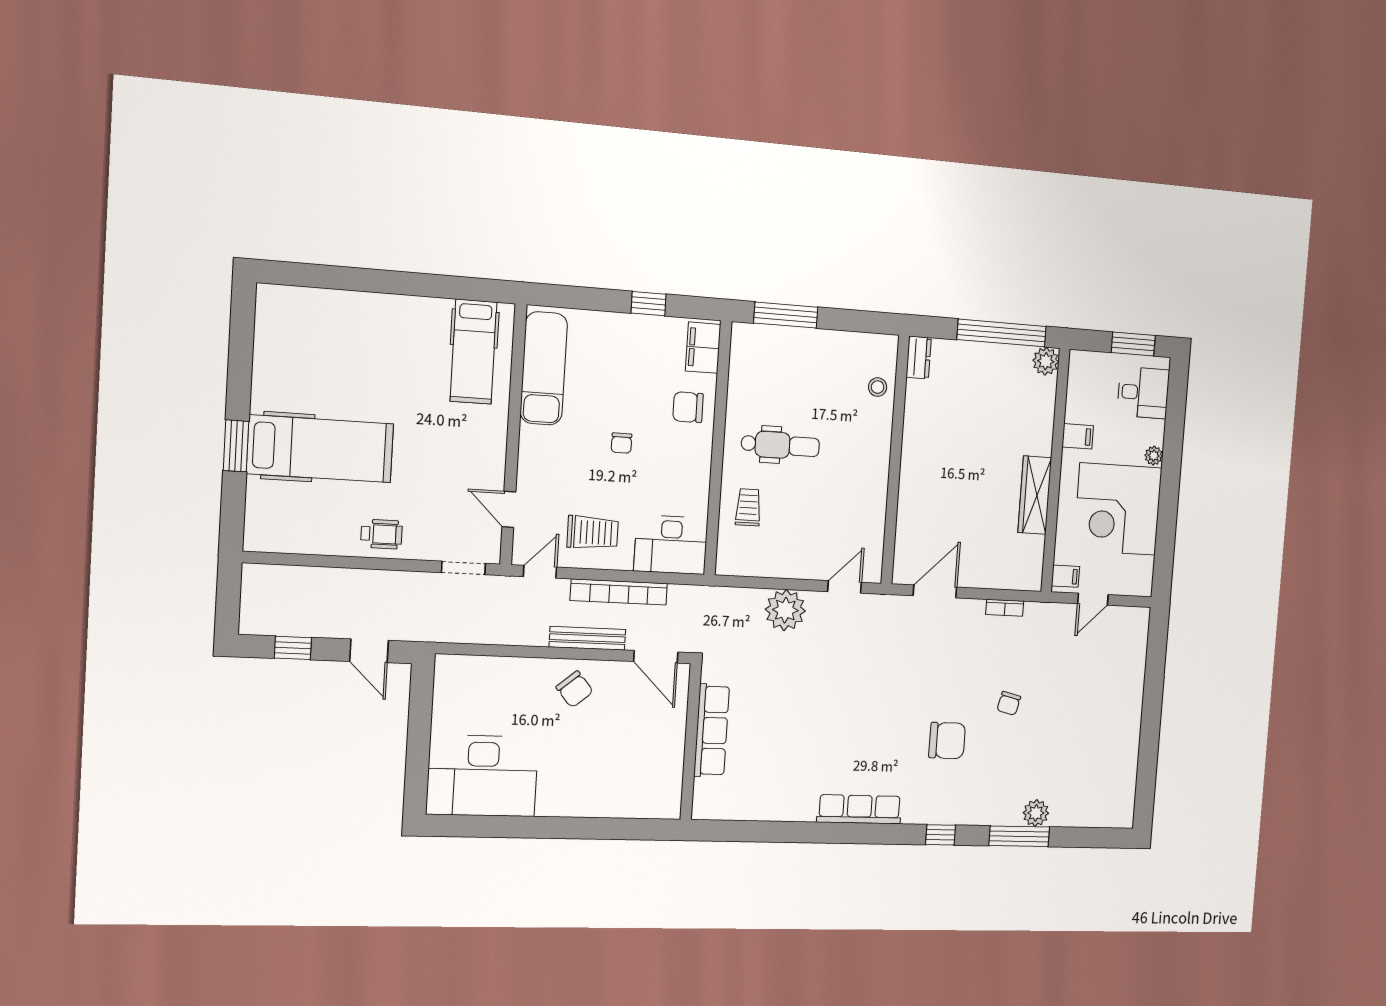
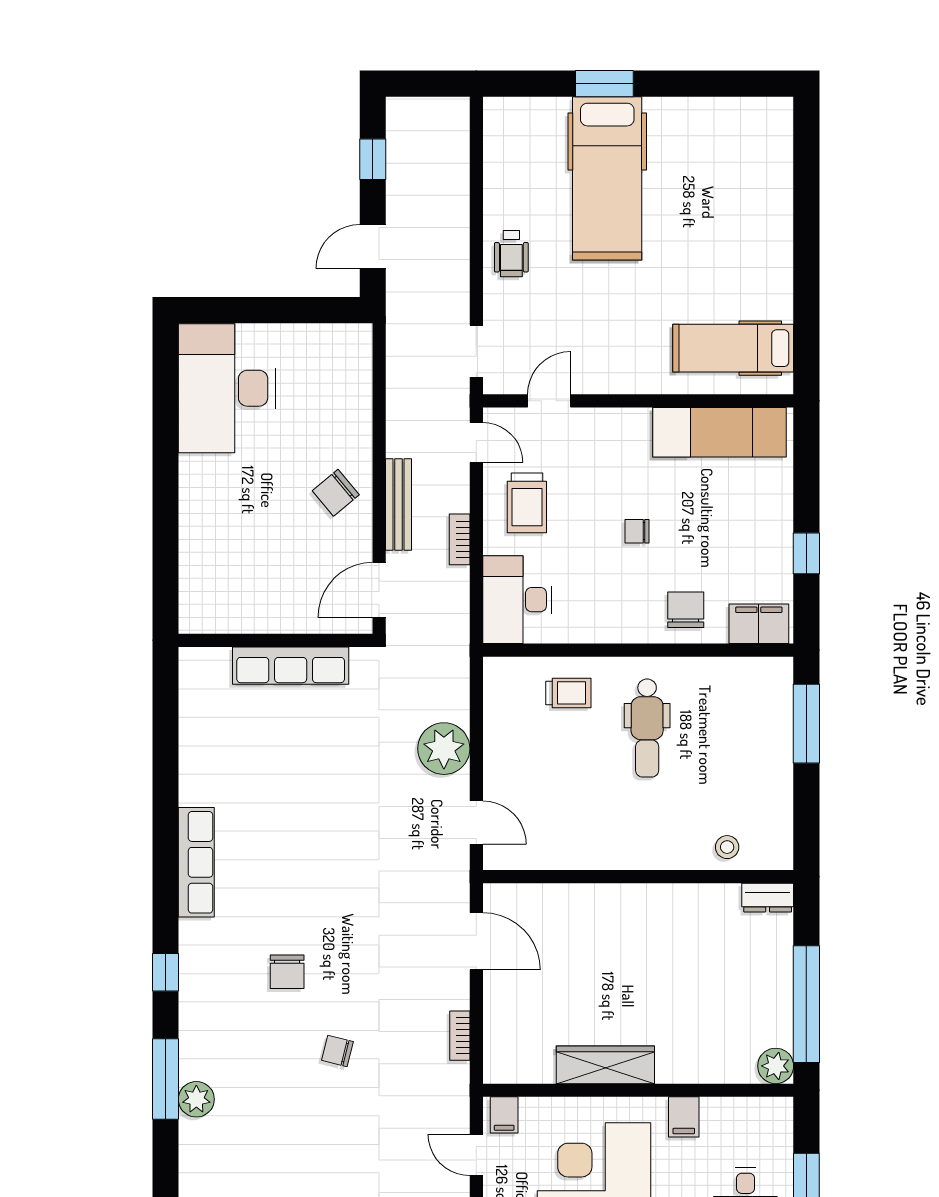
bookcase: (619, 592) -> (460, 539), width x0.43, depth x0.76
chair: (947, 740) -> (287, 972), width x0.73, depth x0.73

